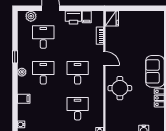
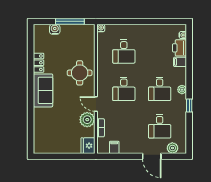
printer: (73, 17) -> (180, 48), moved, turned -90
plant: (113, 43) -> (87, 120), added

